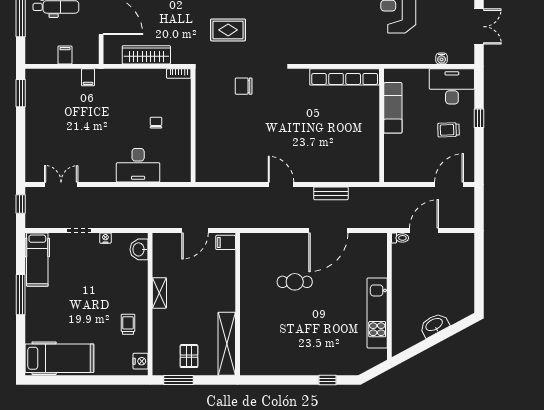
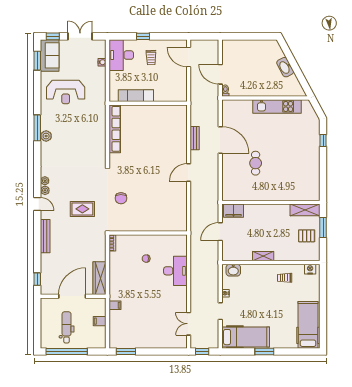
rug: (228, 30) -> (82, 209), turned 90
wardrobe: (146, 55) -> (99, 278), moved
door: (195, 230) -> (220, 232), swing flipped
filing cabinet: (226, 242) -> (233, 211), width x2.00
hospital bed: (37, 260) -> (246, 337), width x1.37, depth x1.29
window: (21, 295) -> (264, 352), width x0.69
shelving: (227, 344) -> (305, 210), width x0.68
window: (178, 380) -> (323, 227), moved

